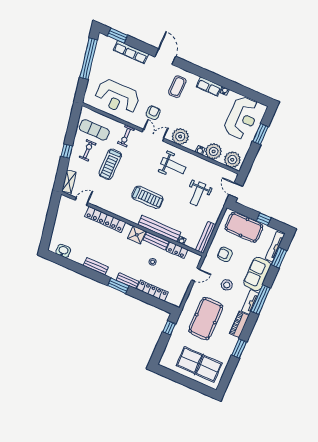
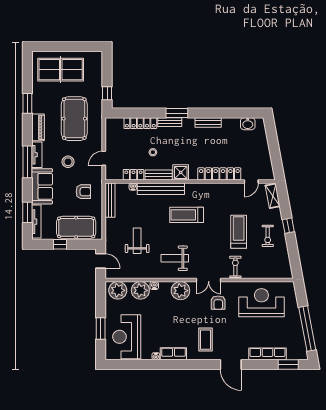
exercise mat: (94, 130) -> (270, 259), removed

